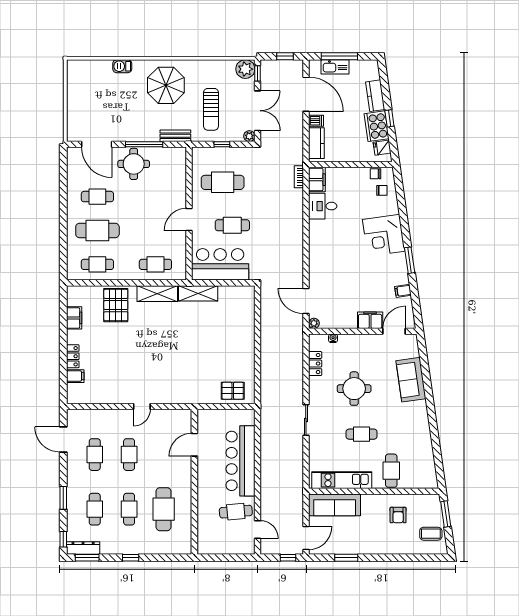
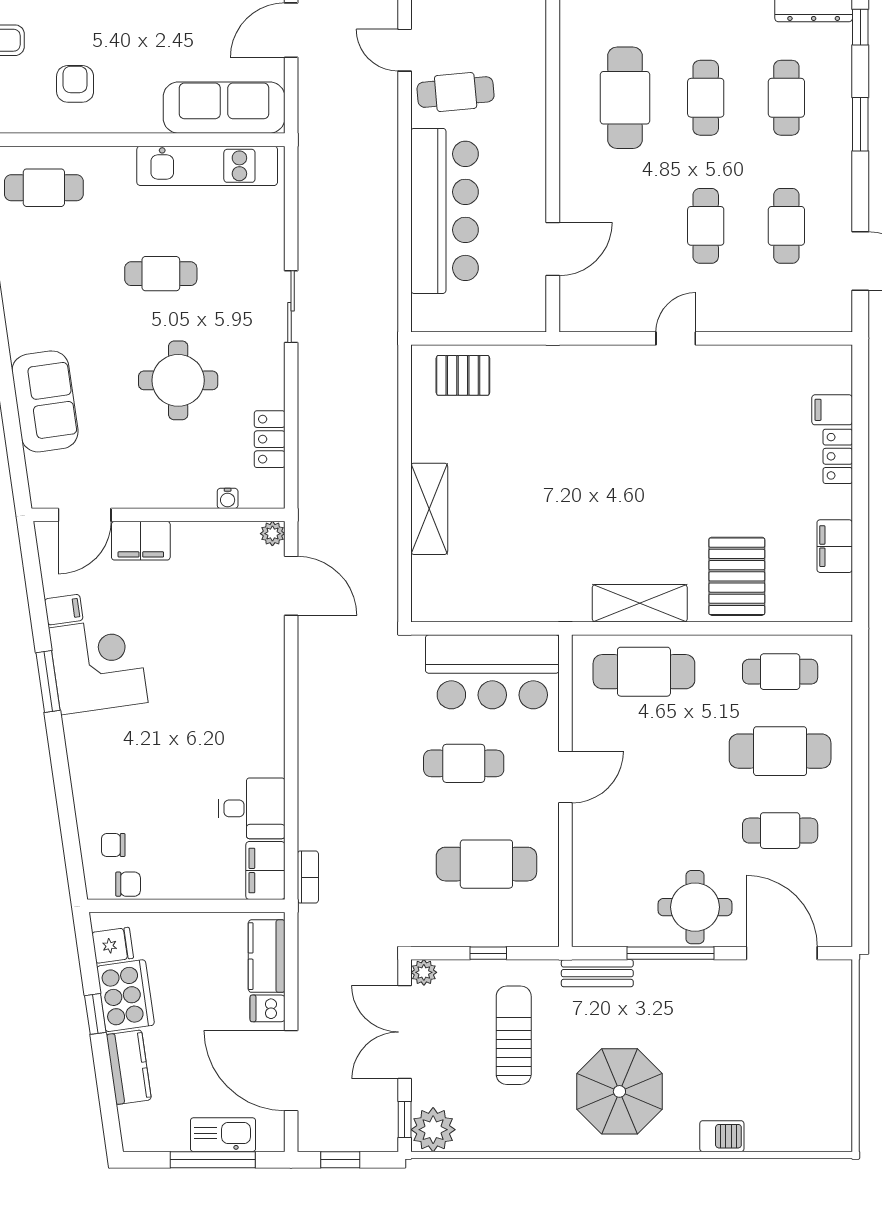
corner desk: (384, 235) -> (98, 665), moved
cafe table: (155, 264) -> (644, 672), width x1.37, depth x1.35
shelving: (198, 293) -> (429, 509), moved, turned 90
cafe table: (391, 471) -> (44, 188), moved, turned 90

